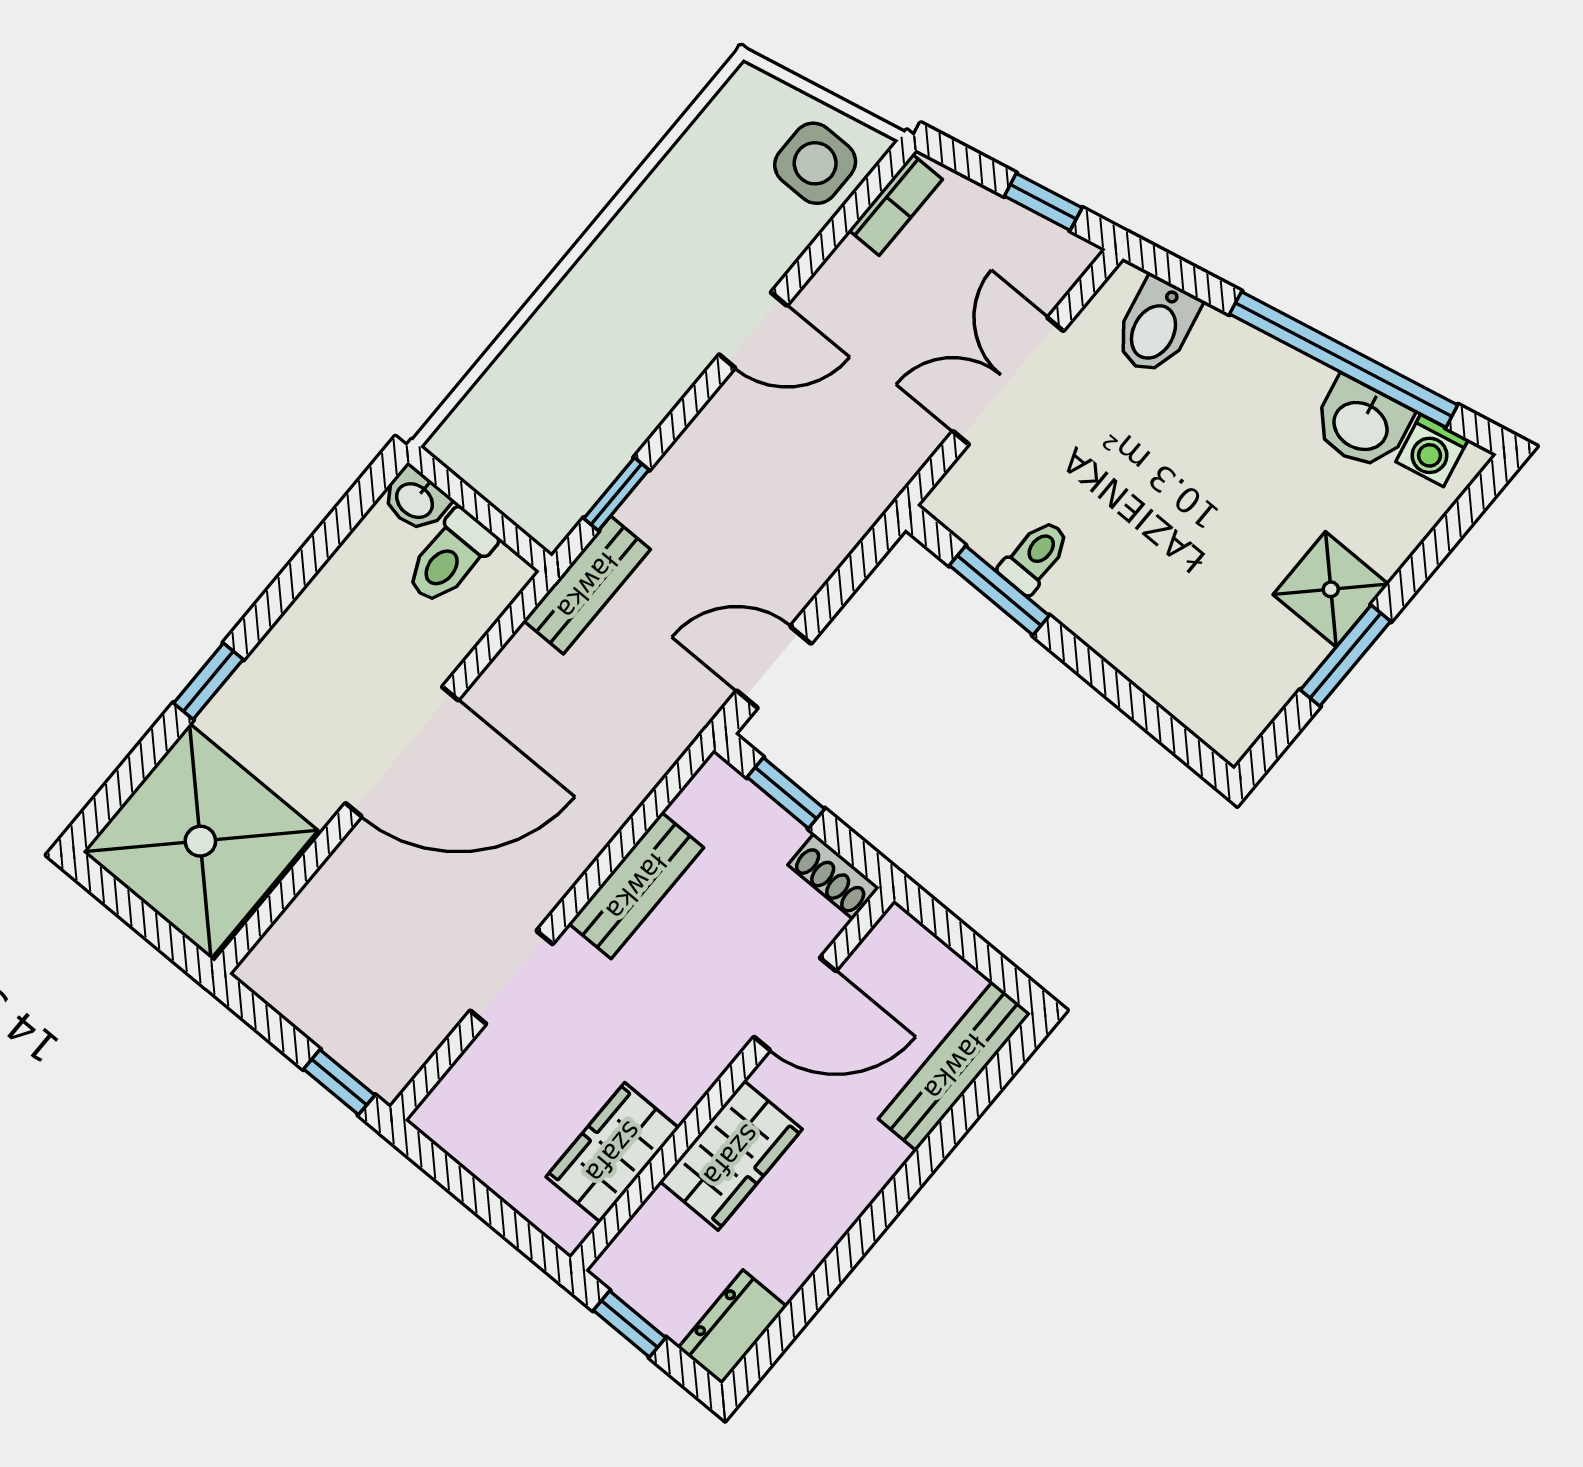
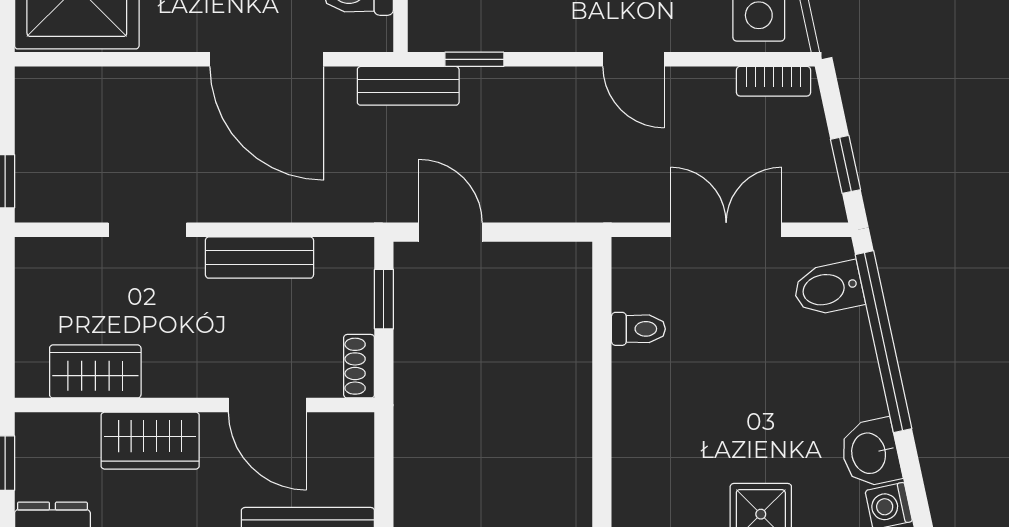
window: (1344, 360) -> (884, 342), moved
window: (999, 590) -> (602, 325), removed
door: (402, 752) -> (267, 59), moved

